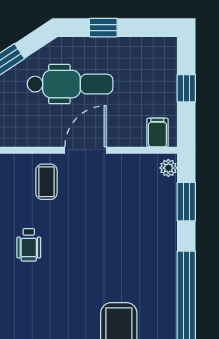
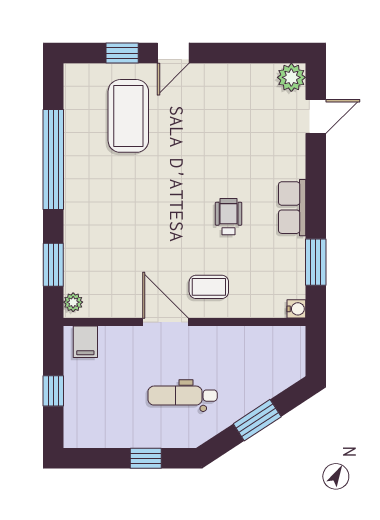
dental chair: (70, 84) -> (183, 396), width x0.73, depth x0.72
door: (86, 150) -> (165, 322), swing flipped
coffee table: (46, 182) -> (209, 287), turned 90

